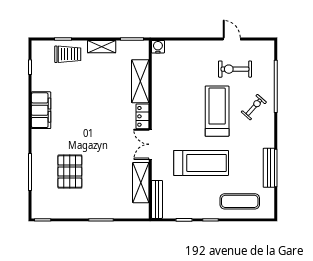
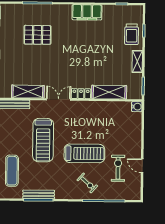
door: (232, 39) -> (142, 166), swing flipped

